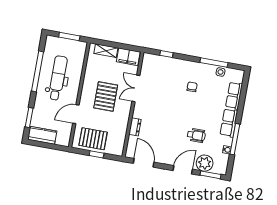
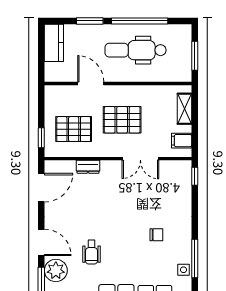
window: (166, 54) -> (195, 176), moved
filing cabinet: (128, 57) -> (182, 141), width x0.50
dental chair: (58, 78) -> (136, 50), turned 180
double door: (136, 88) -> (140, 159), swing flipped
window: (29, 118) -> (90, 21), moved
pallet: (93, 139) -> (74, 129), moved, turned 90
window: (97, 154) -> (41, 138), moved

